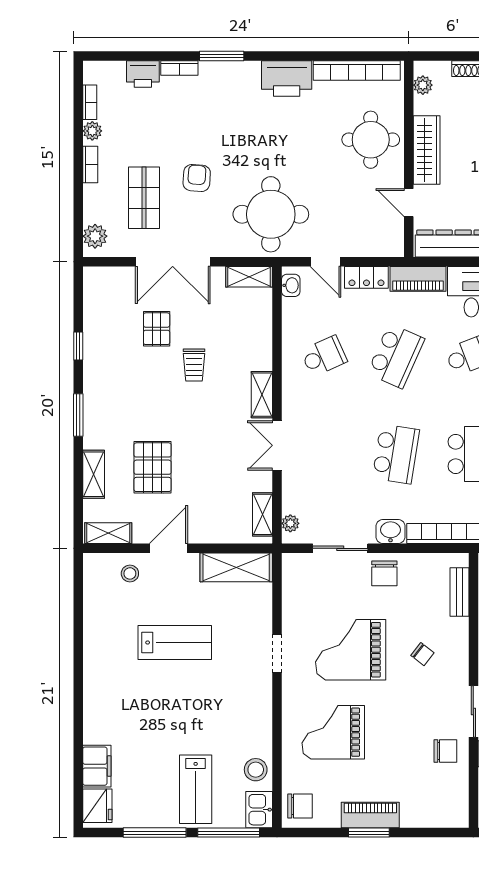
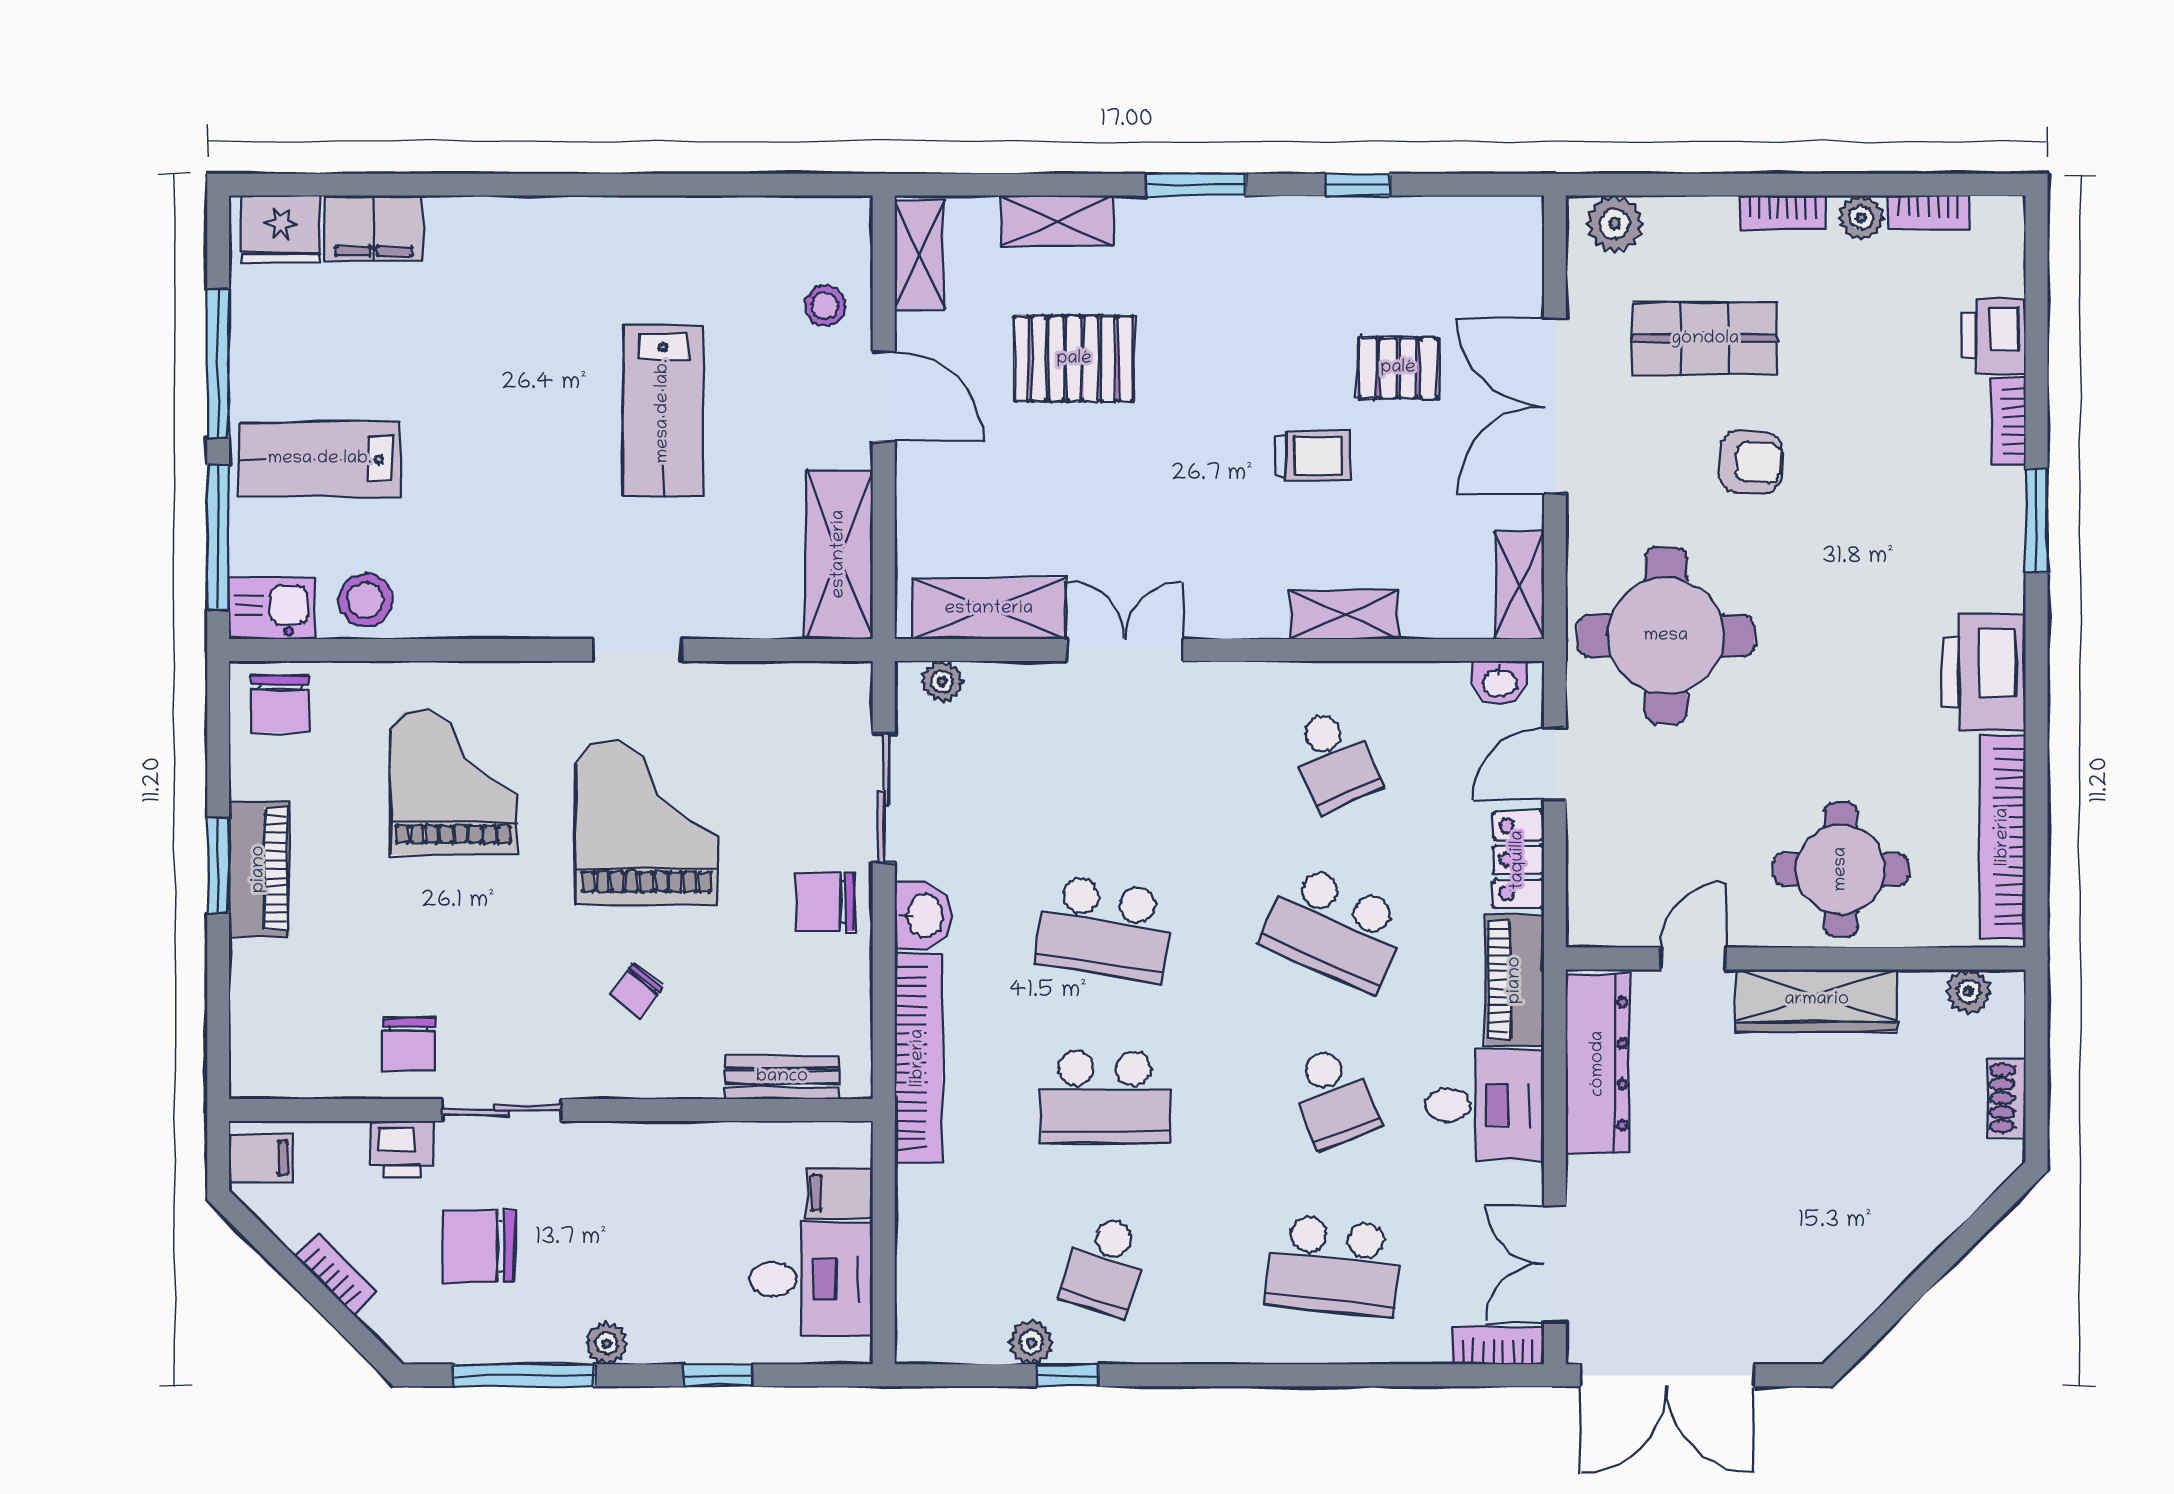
trolley: (194, 365) -> (1313, 456), turned 180
shelving: (262, 395) -> (1344, 615), moved
shelving: (263, 514) -> (989, 609), width x1.50, depth x1.33

